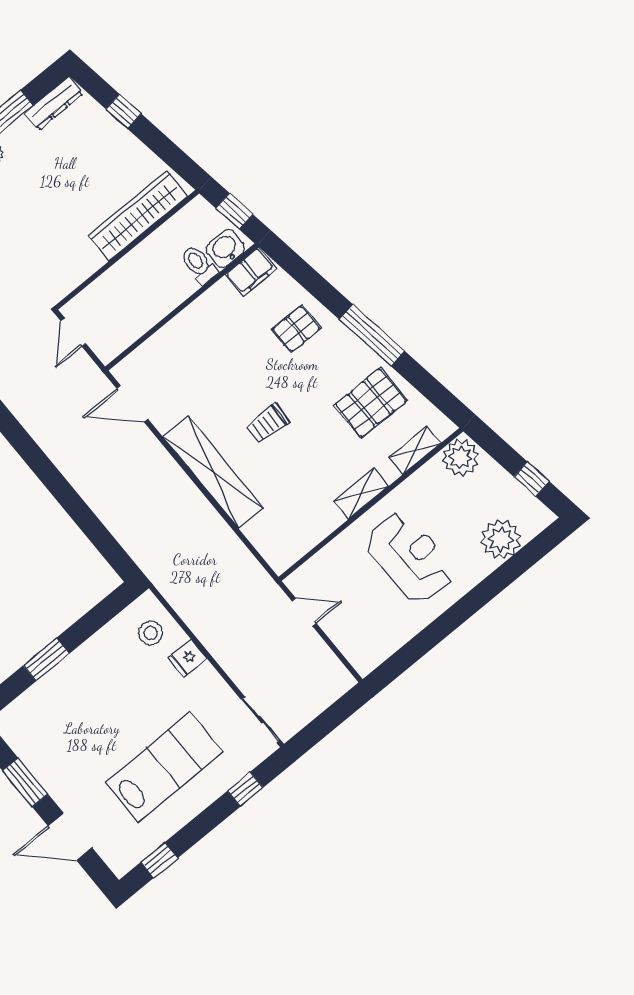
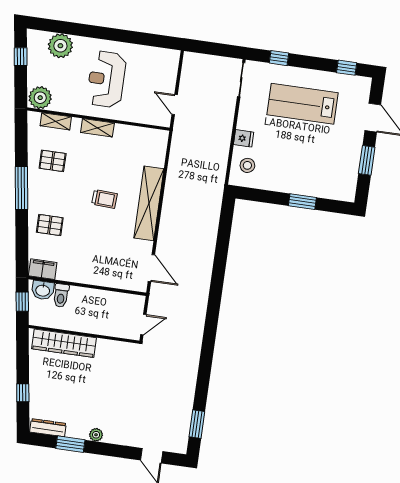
pallet: (371, 403) -> (53, 161), width x0.67, depth x0.71

